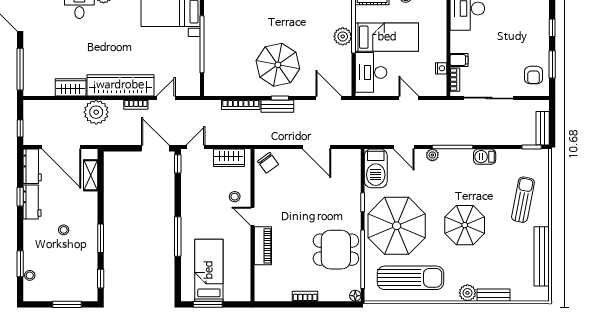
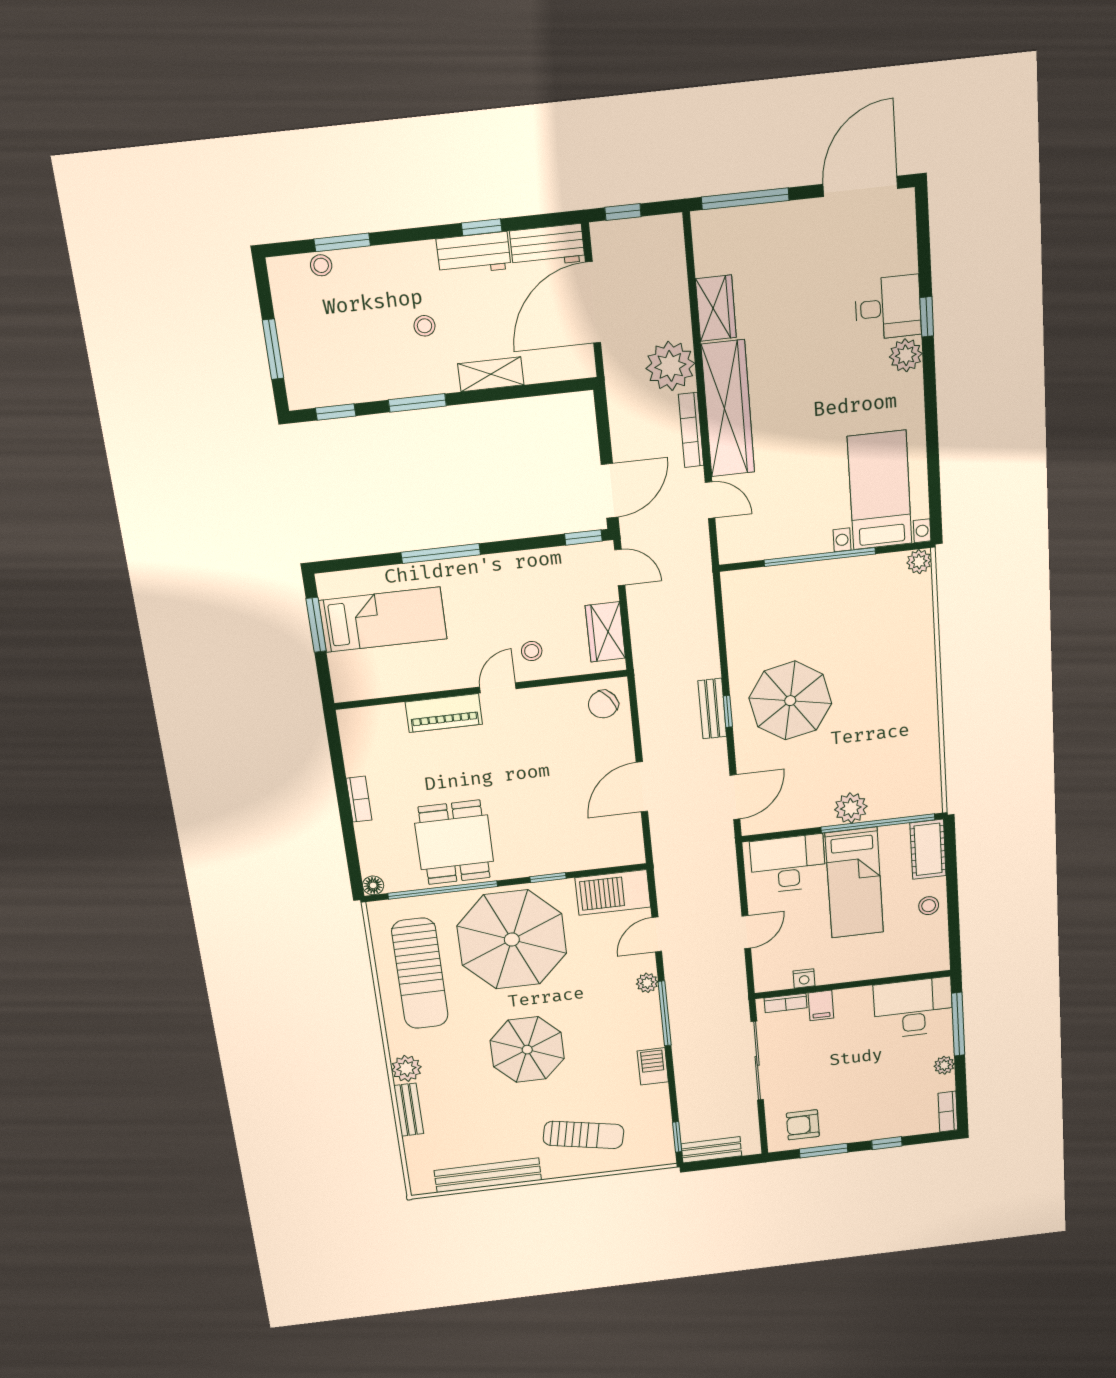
bookcase: (136, 105) -> (691, 430), width x1.56
bookcase: (241, 105) -> (709, 642), removed
shelving: (91, 175) -> (491, 374), moved

